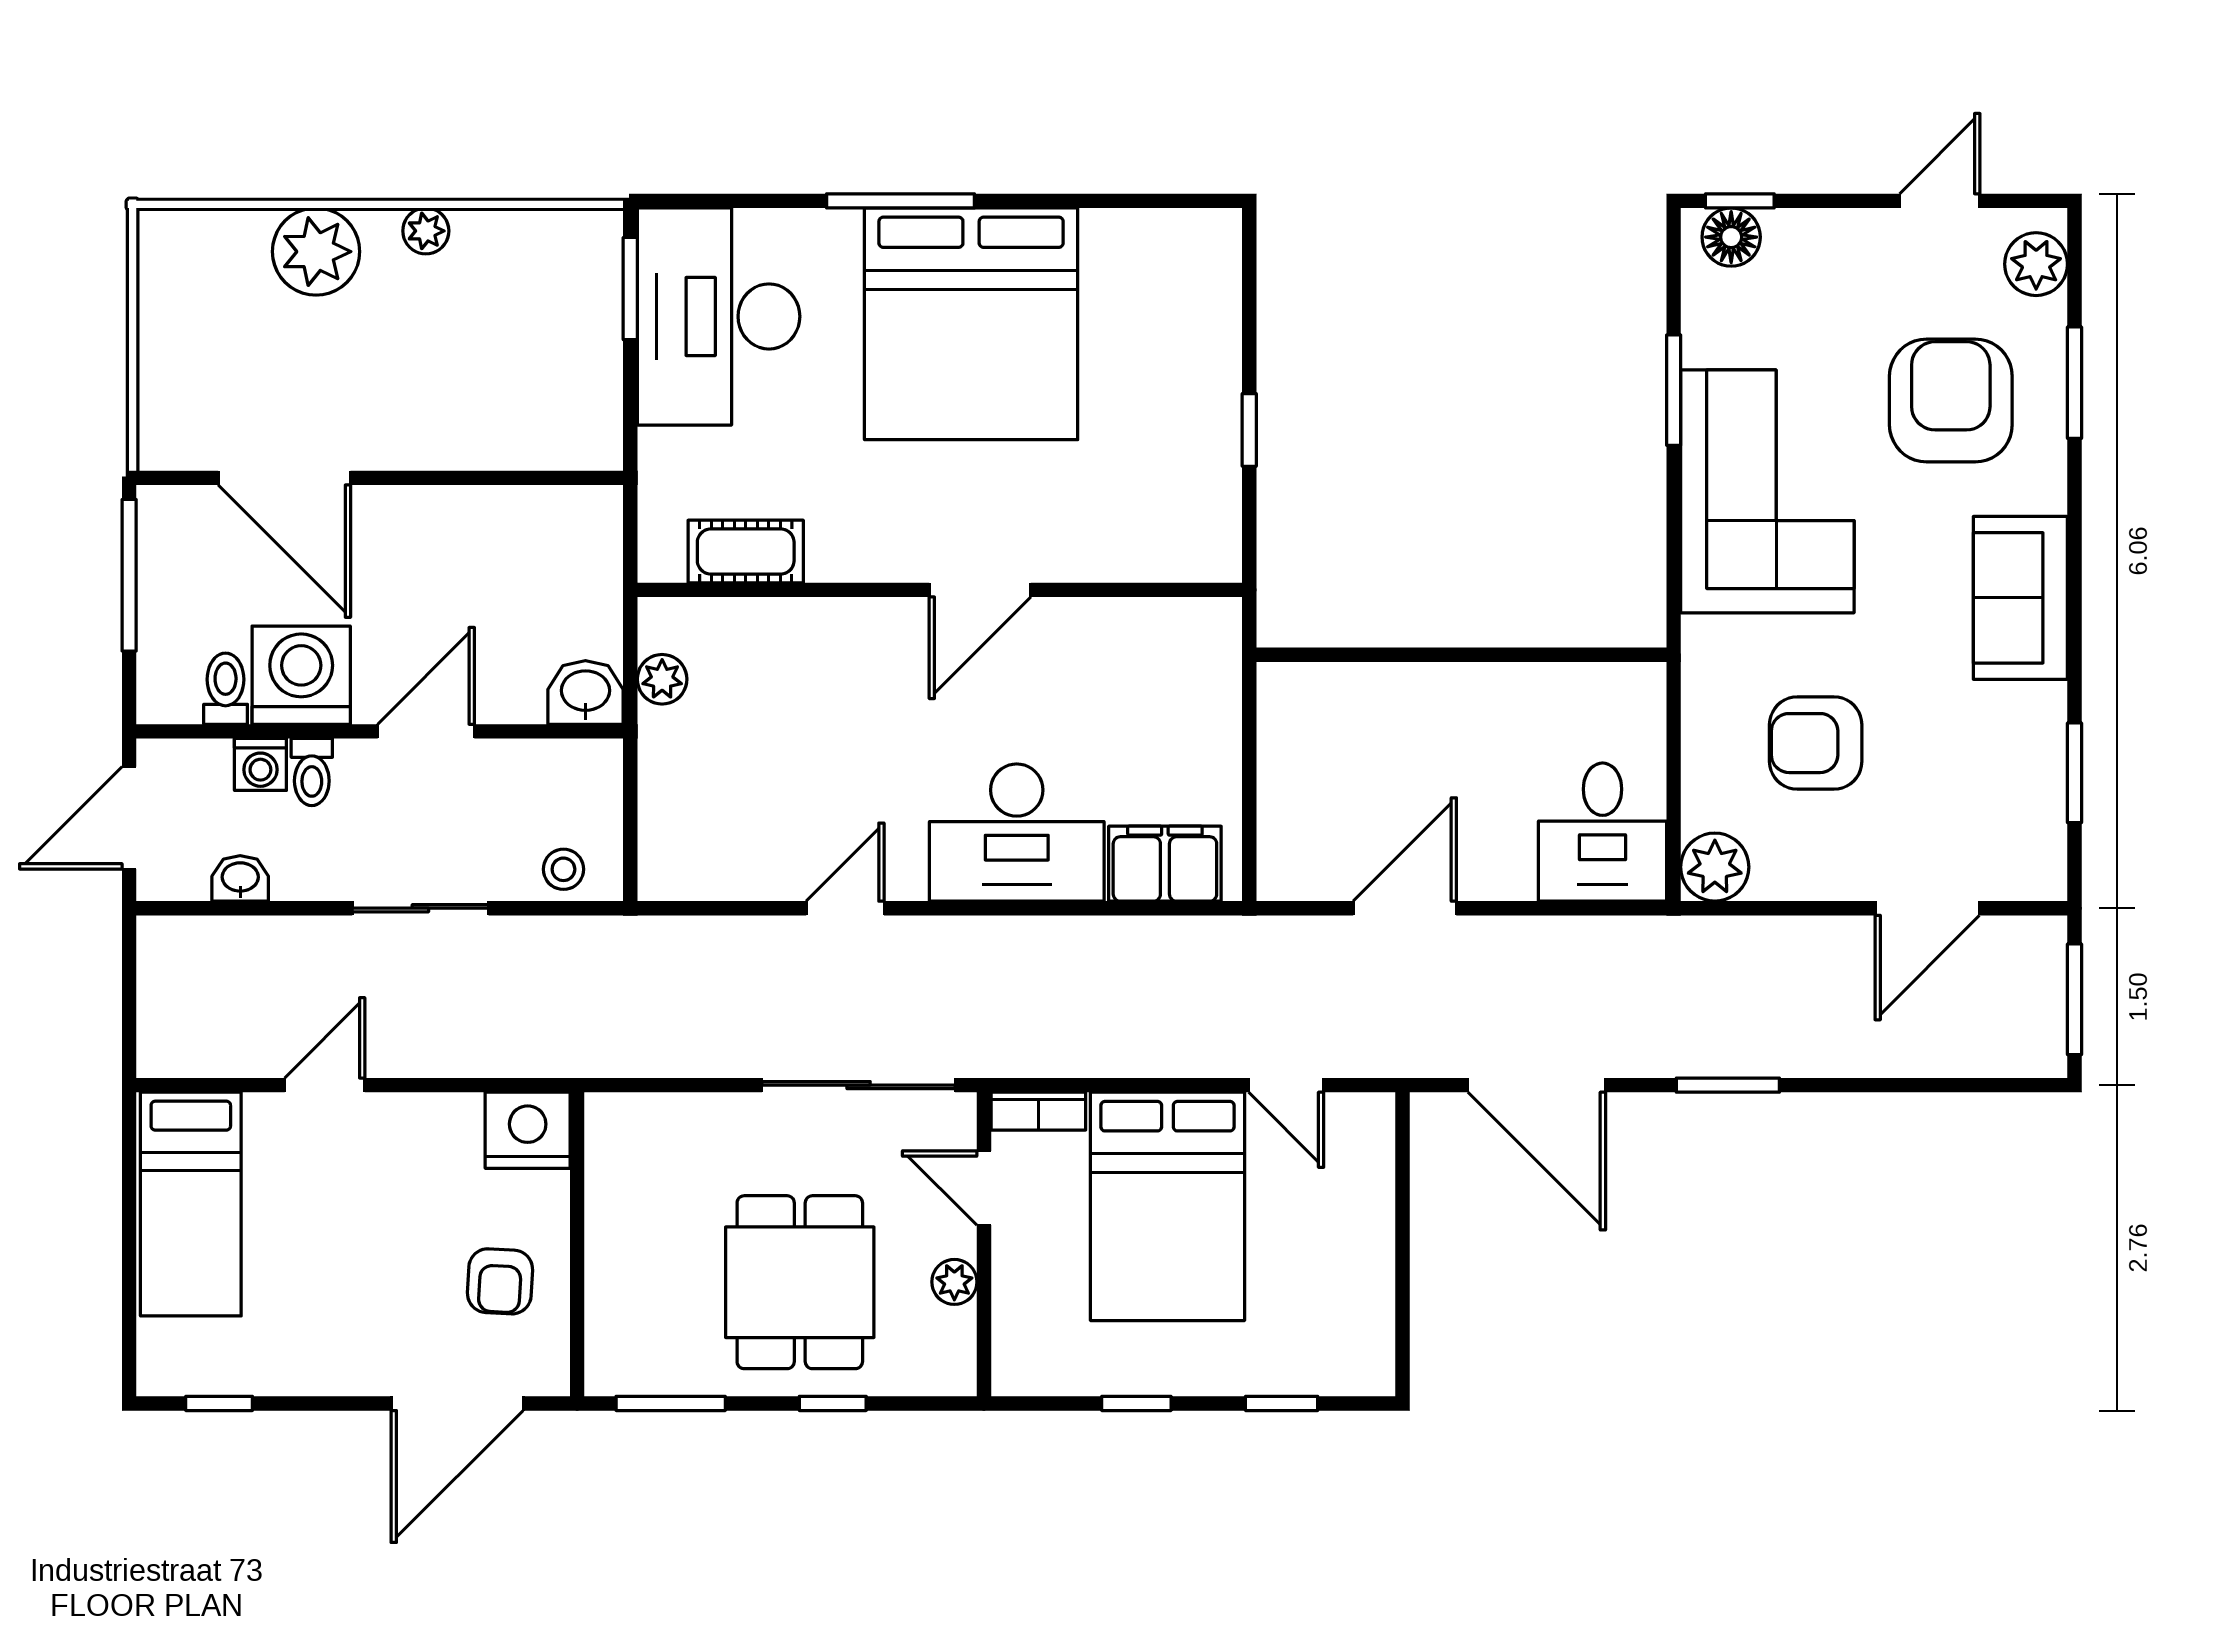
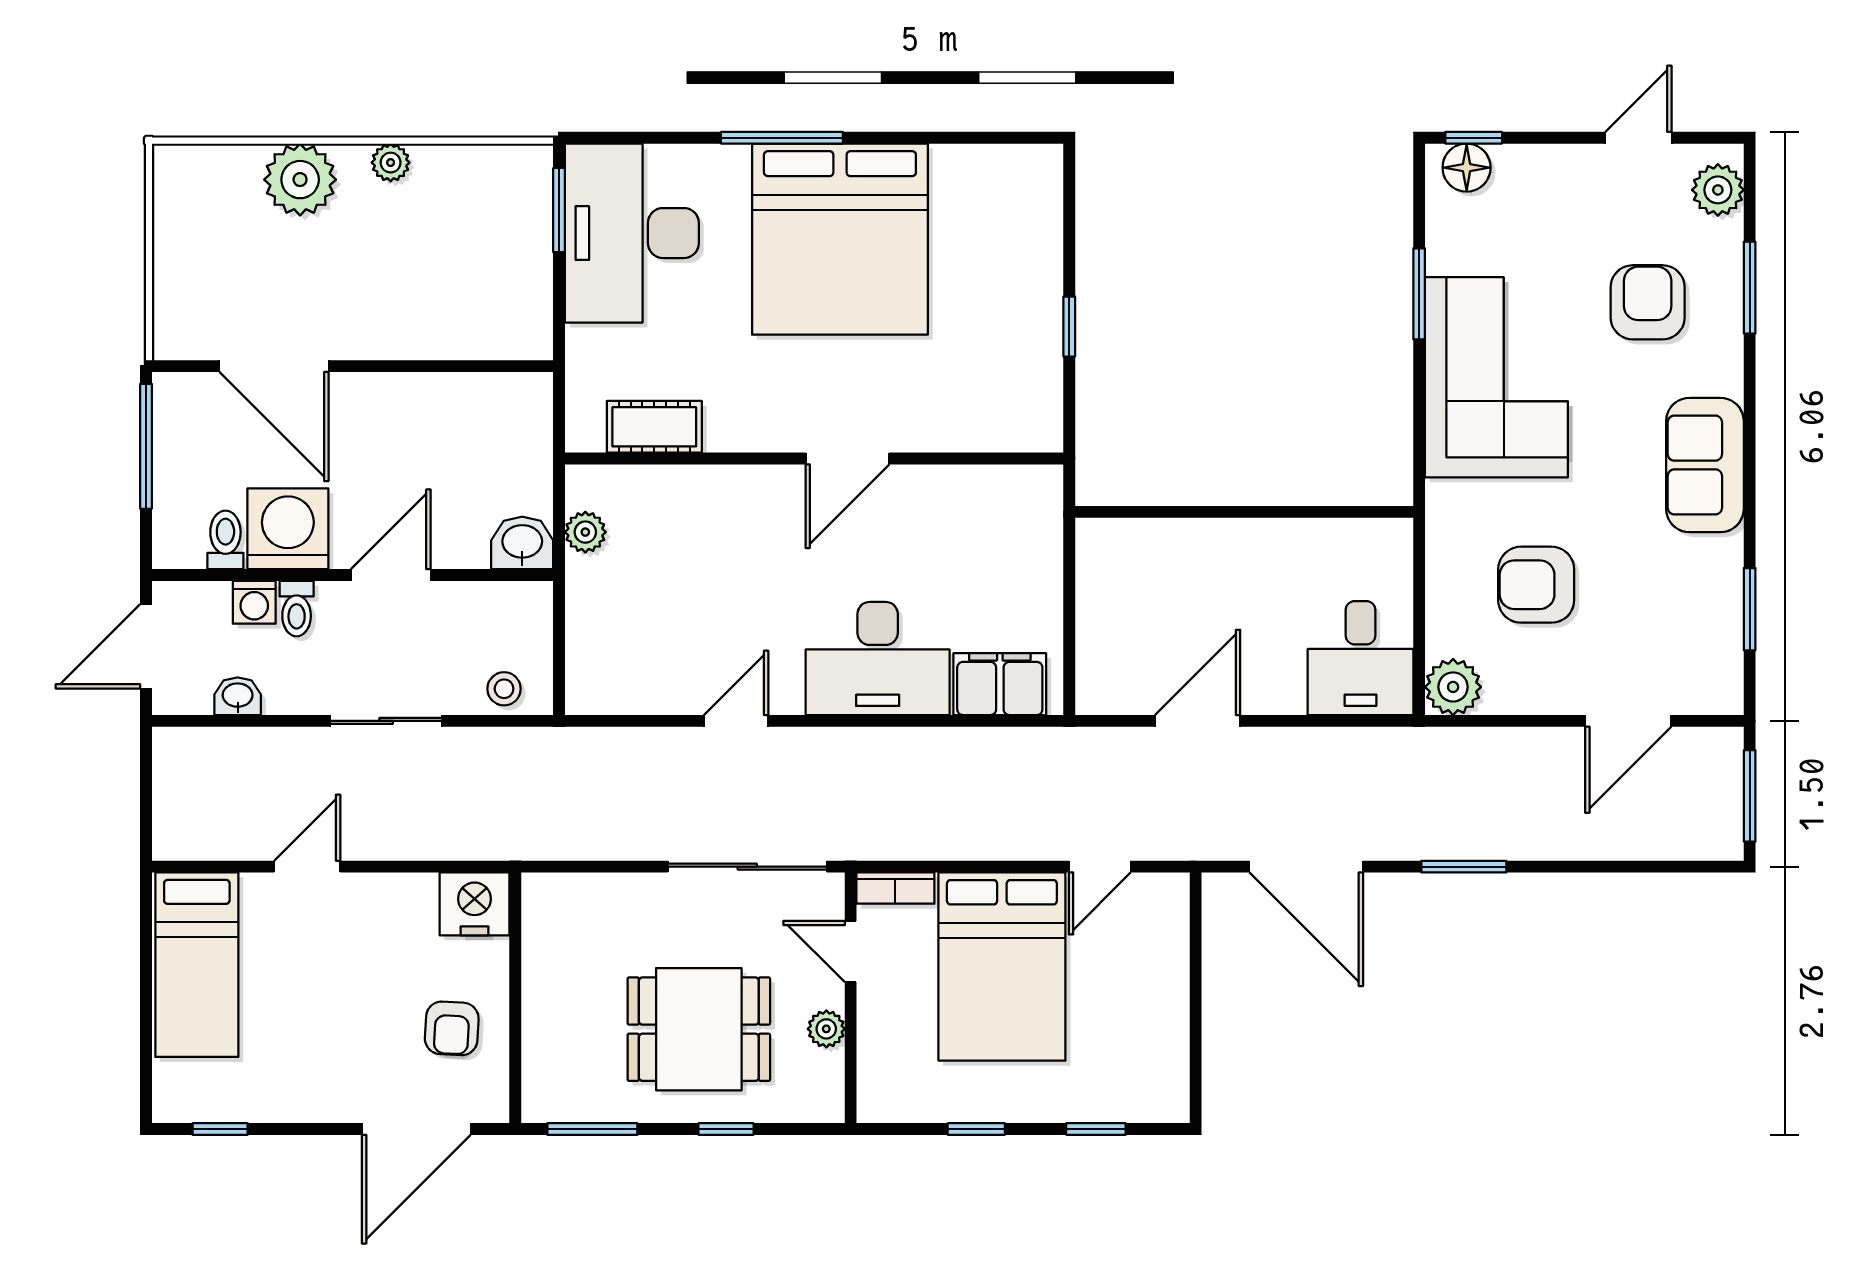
armchair: (1951, 401) -> (1648, 302), width x0.73, depth x0.73
door: (1286, 1085) -> (1100, 867), hinge flipped
dining table: (800, 1282) -> (699, 1029), turned 90

